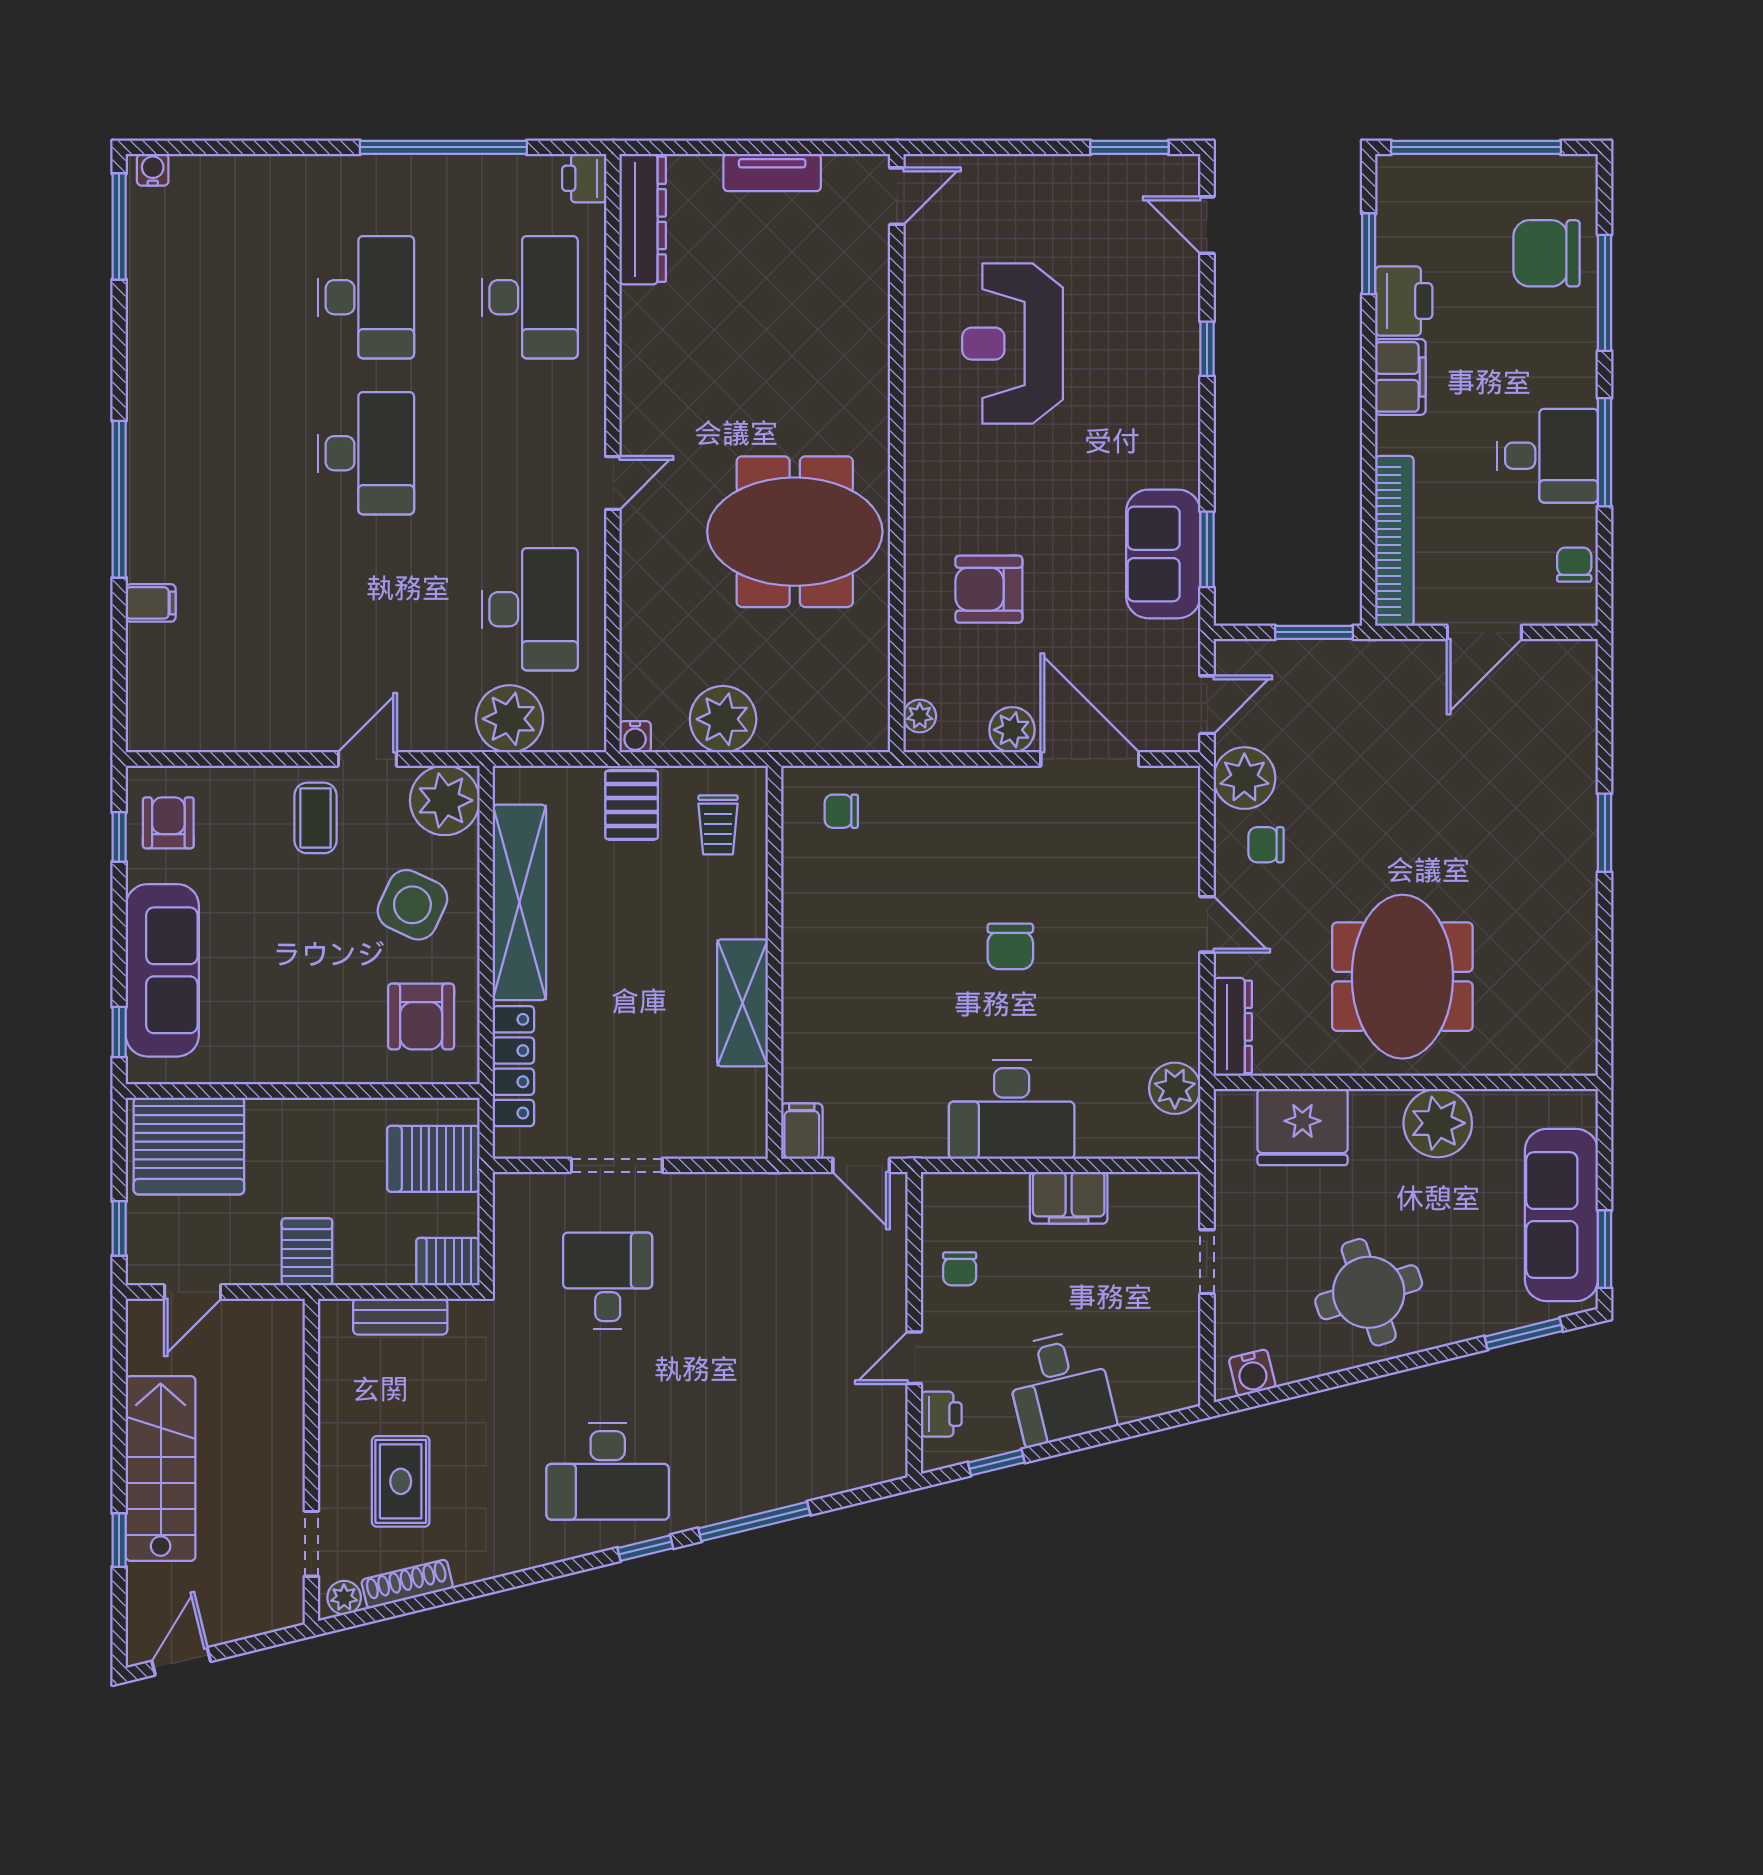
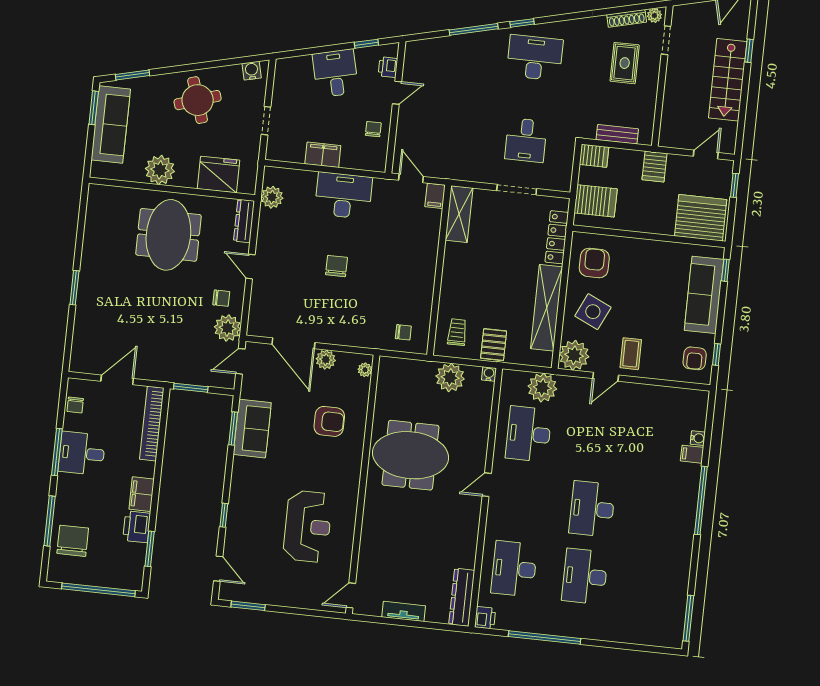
water cooler: (153, 170) -> (698, 438), moved, turned -90
chair: (1547, 253) -> (73, 541), turned -90
shelving: (743, 1003) -> (459, 214), moved

